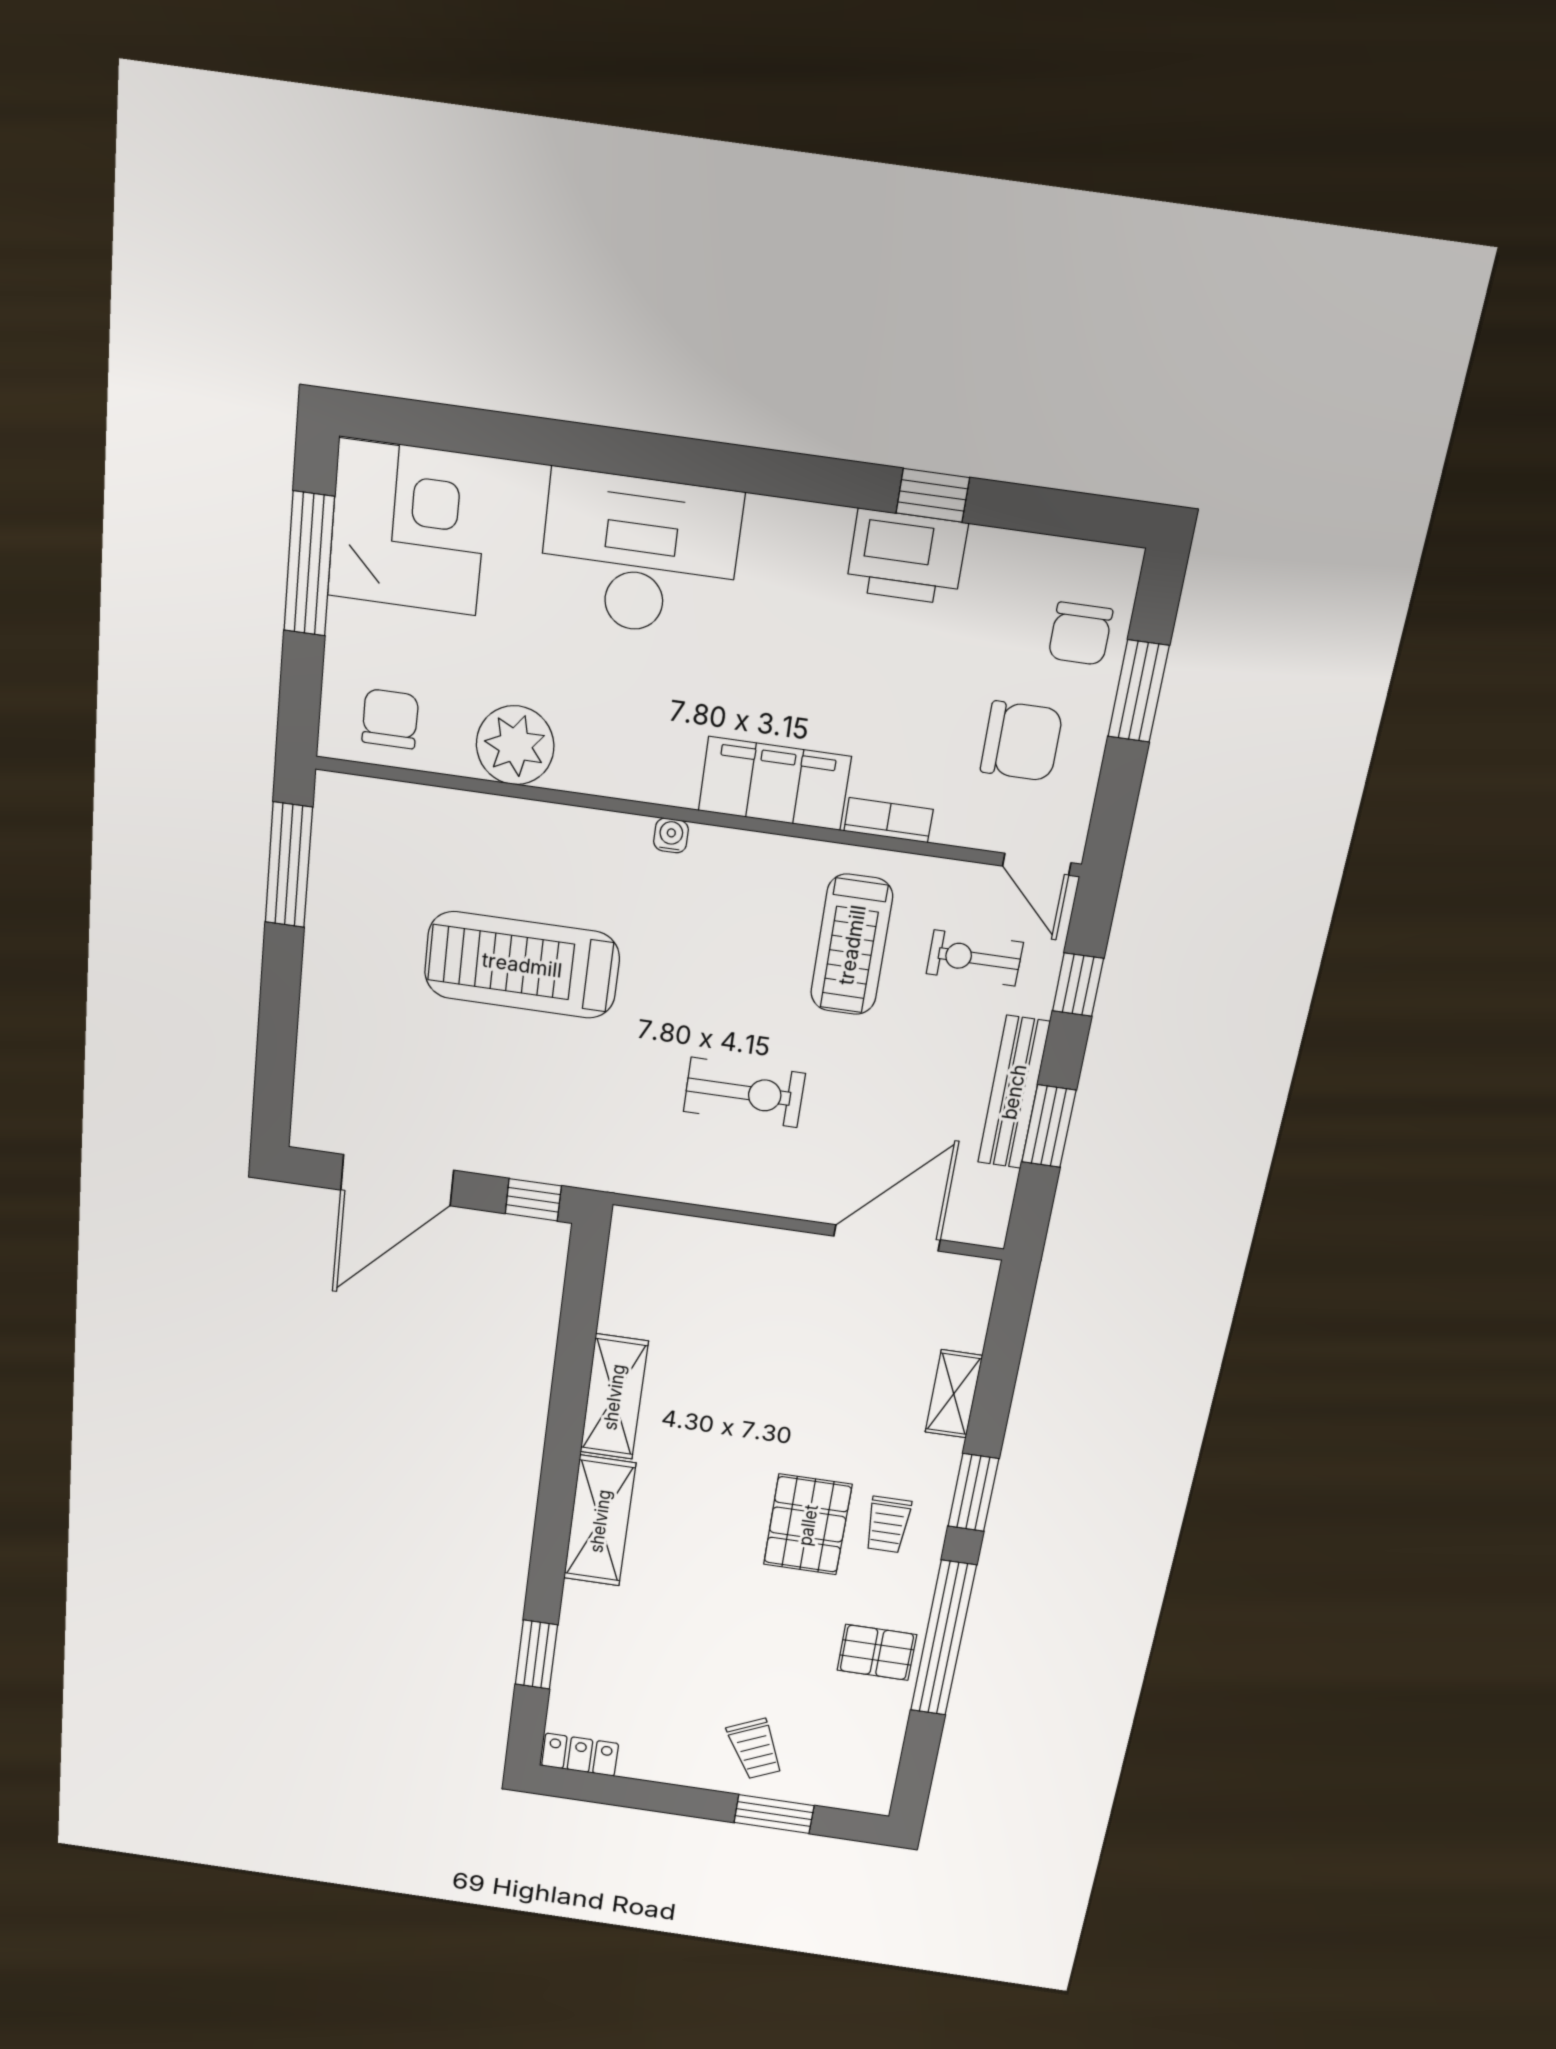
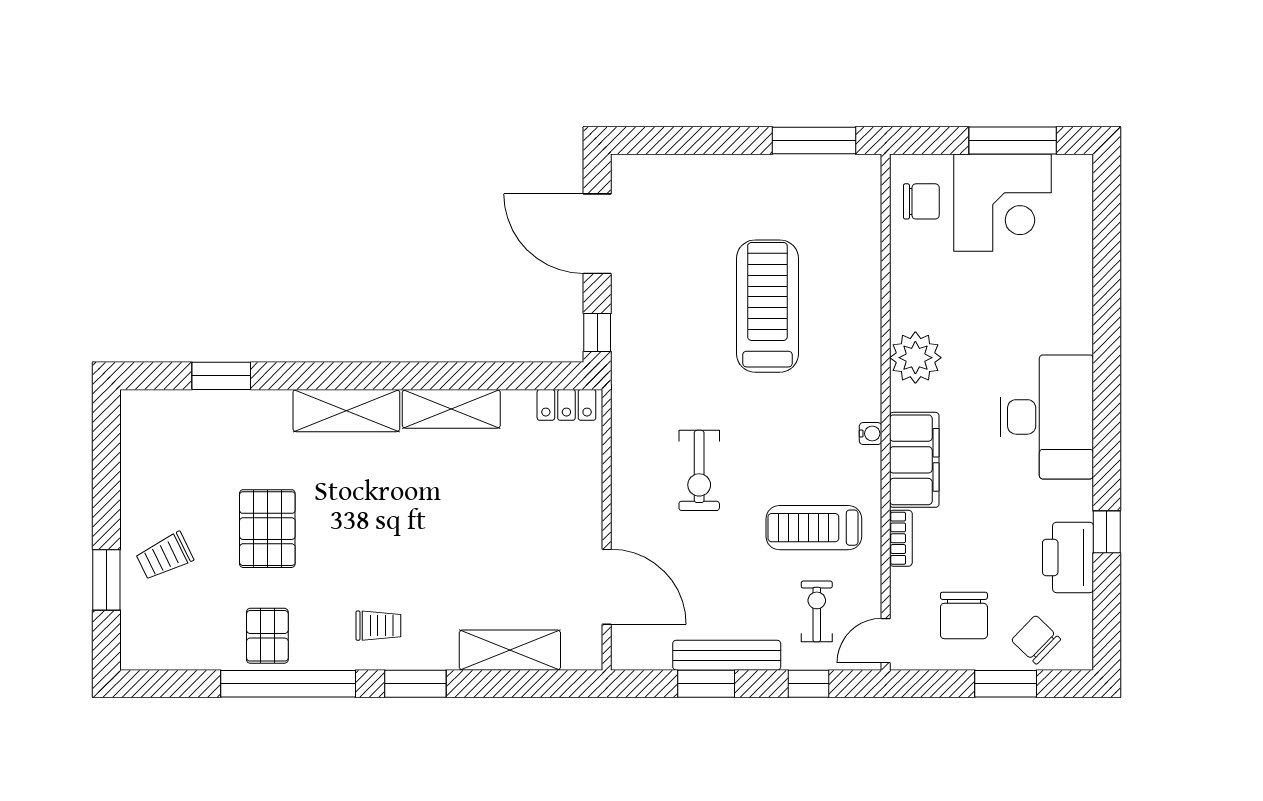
corner desk: (408, 527) -> (1002, 203), moved
desk: (639, 555) -> (1047, 417), moved
printer: (907, 557) -> (1068, 557), moved
chair: (1080, 634) -> (1036, 640), turned 44
plant: (515, 745) -> (915, 358), moved
water cooler: (671, 835) -> (870, 434), moved
shelving: (954, 1394) -> (510, 650), width x1.50, depth x1.33
pallet: (808, 1525) -> (267, 529), moved, turned 90
trolley: (888, 1525) -> (378, 626), turned 180
locker: (580, 1755) -> (566, 405), moved, turned 90

